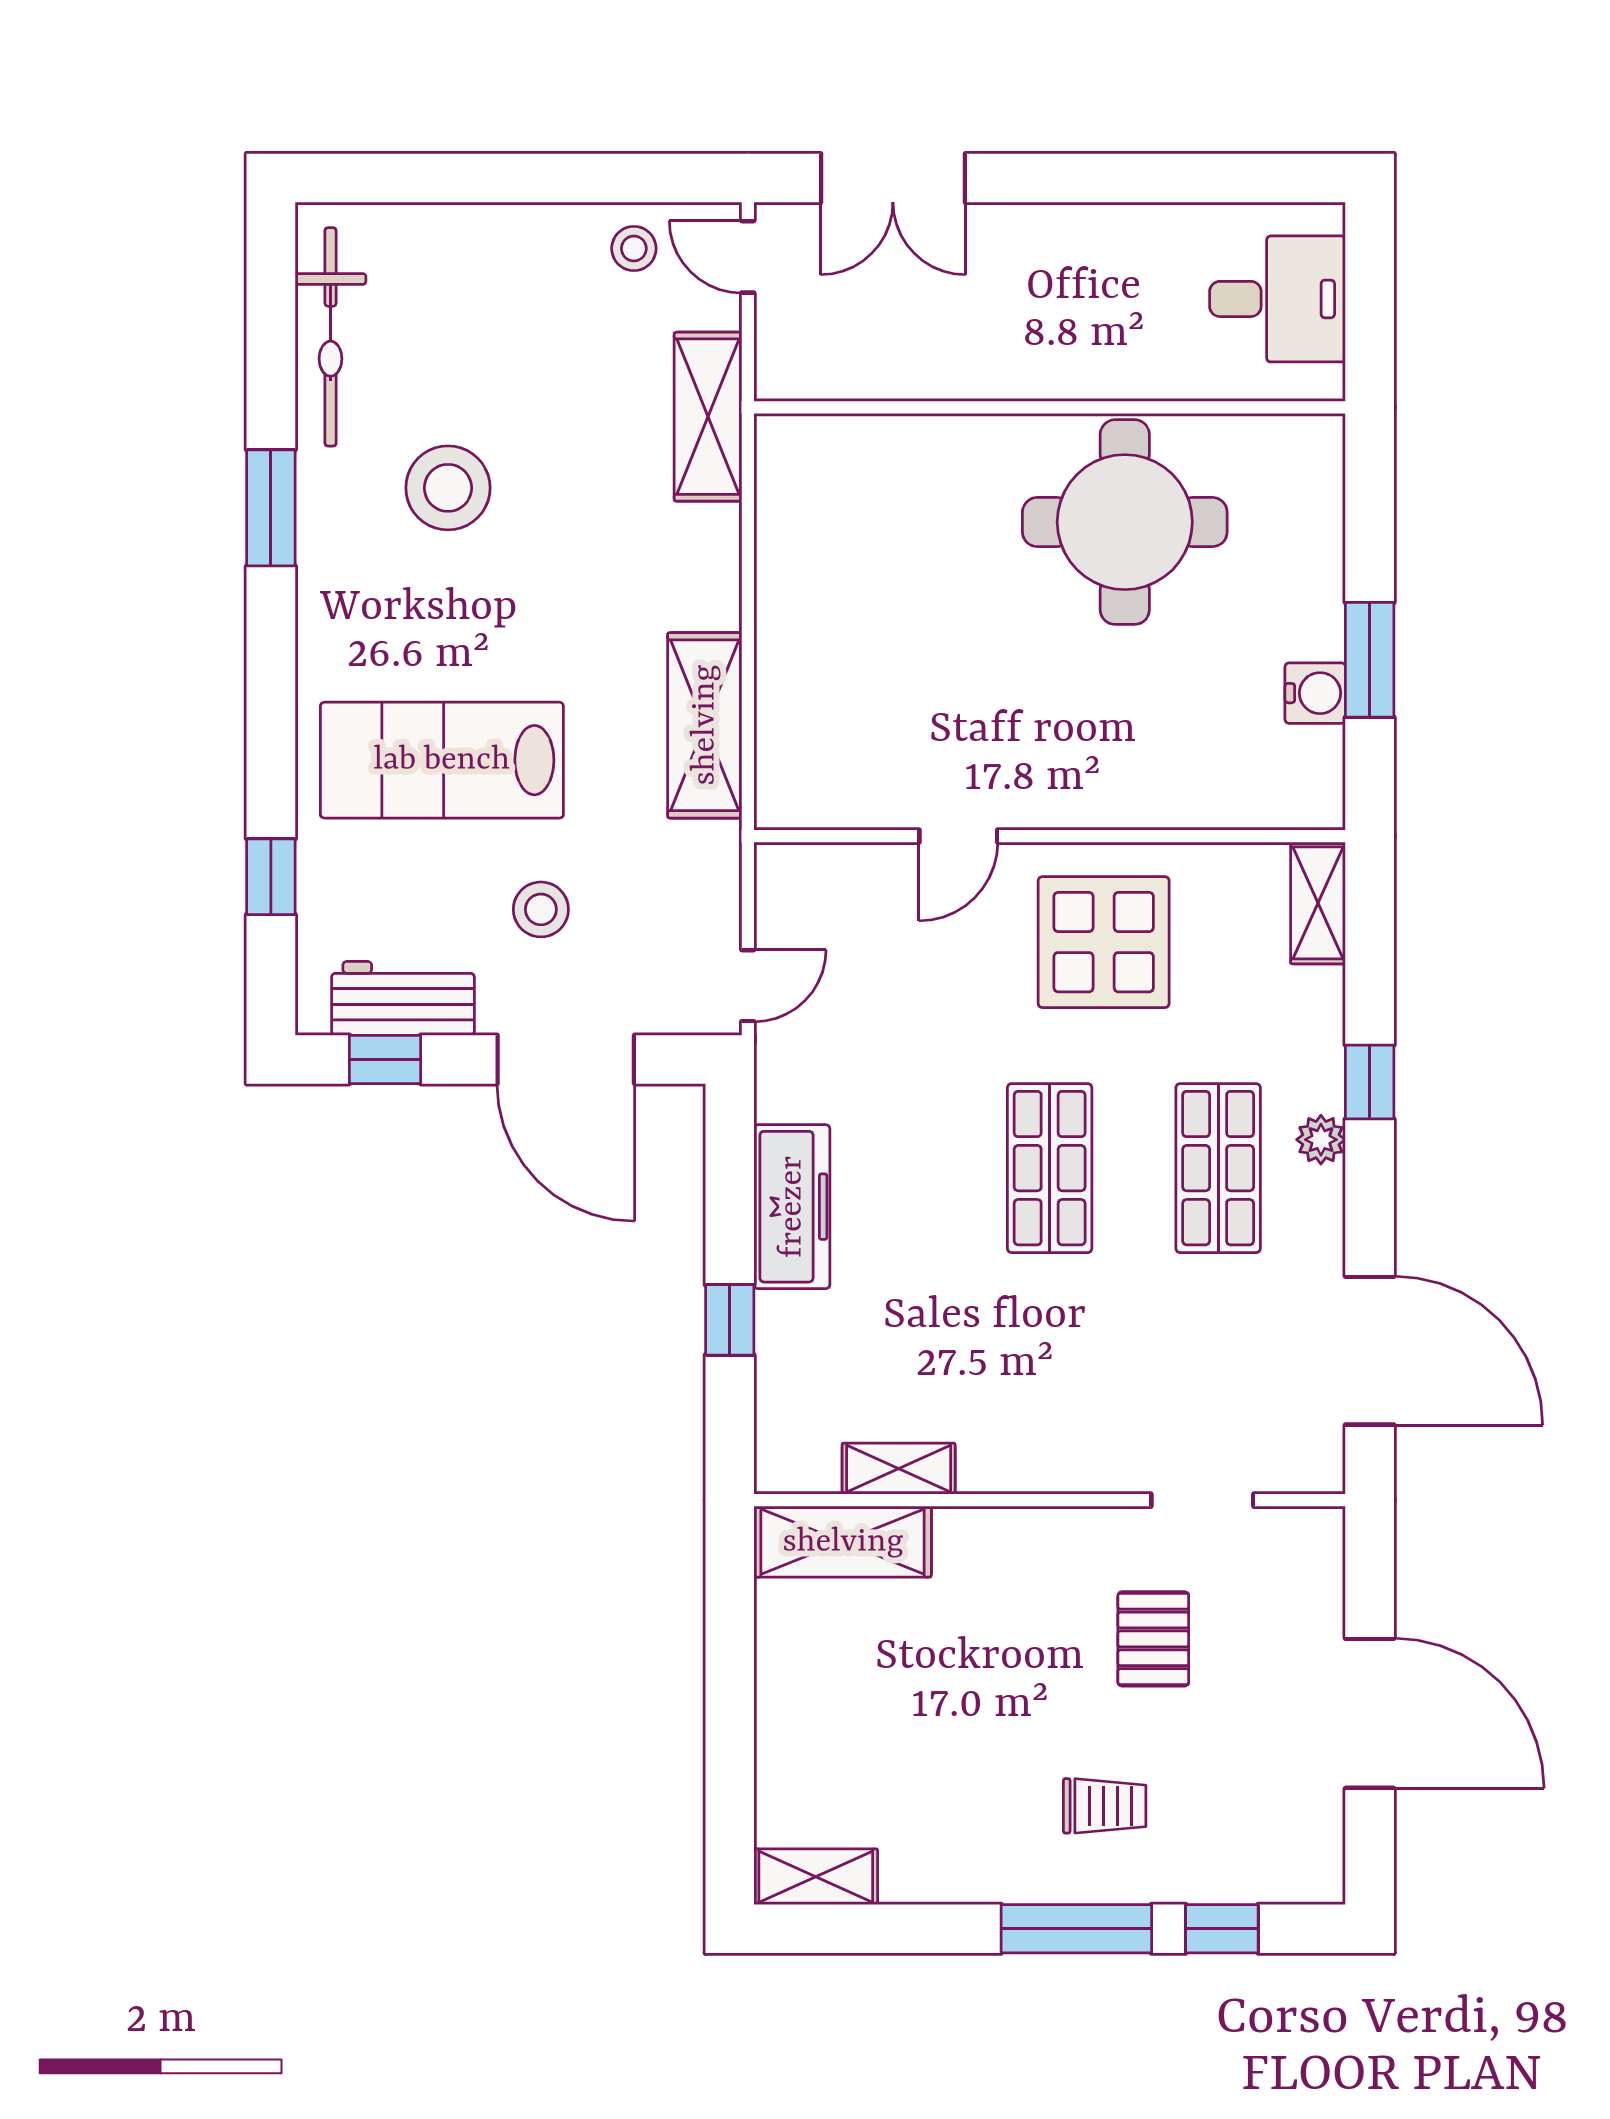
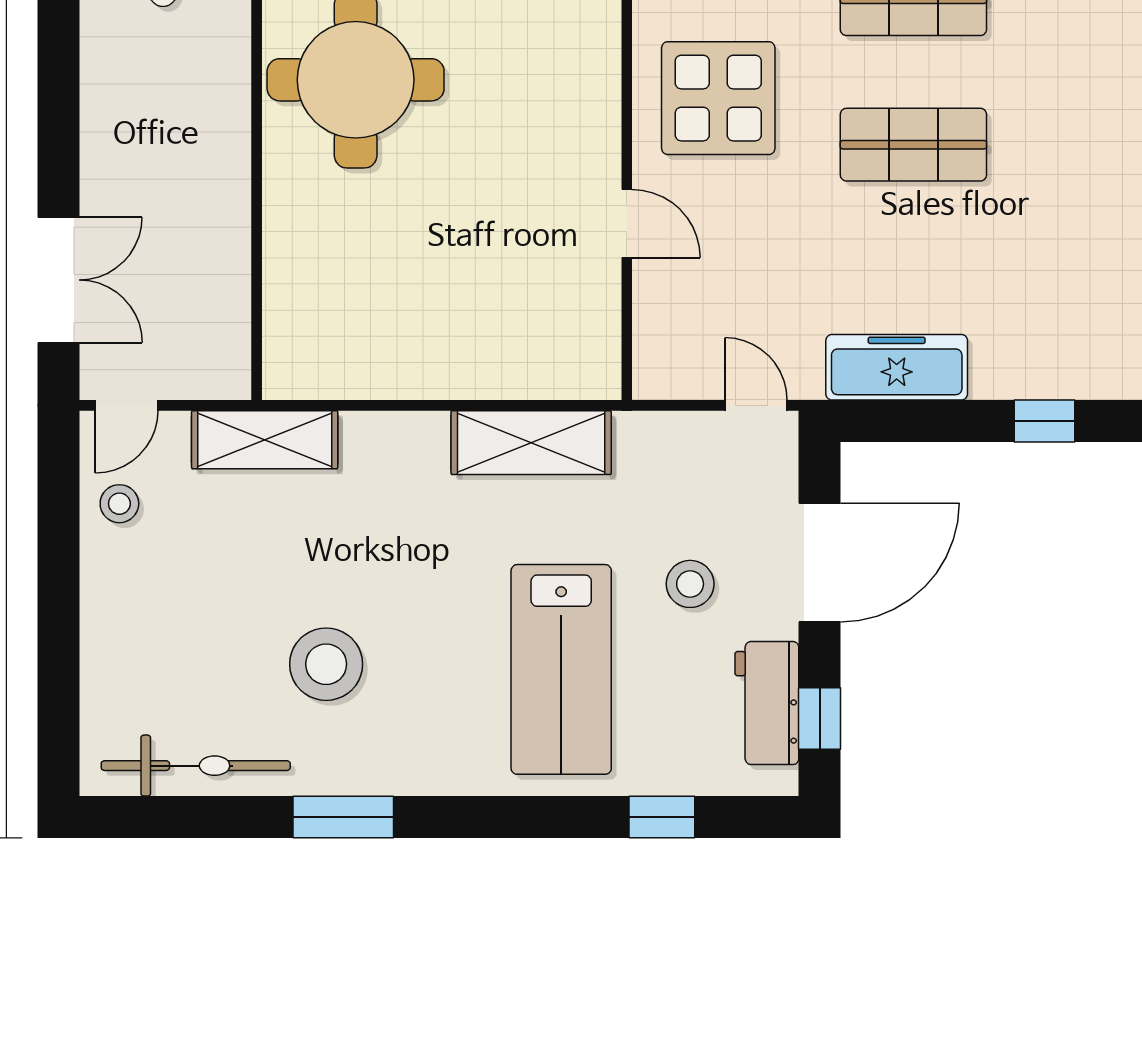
freezer: (792, 1207) -> (897, 367), moved

